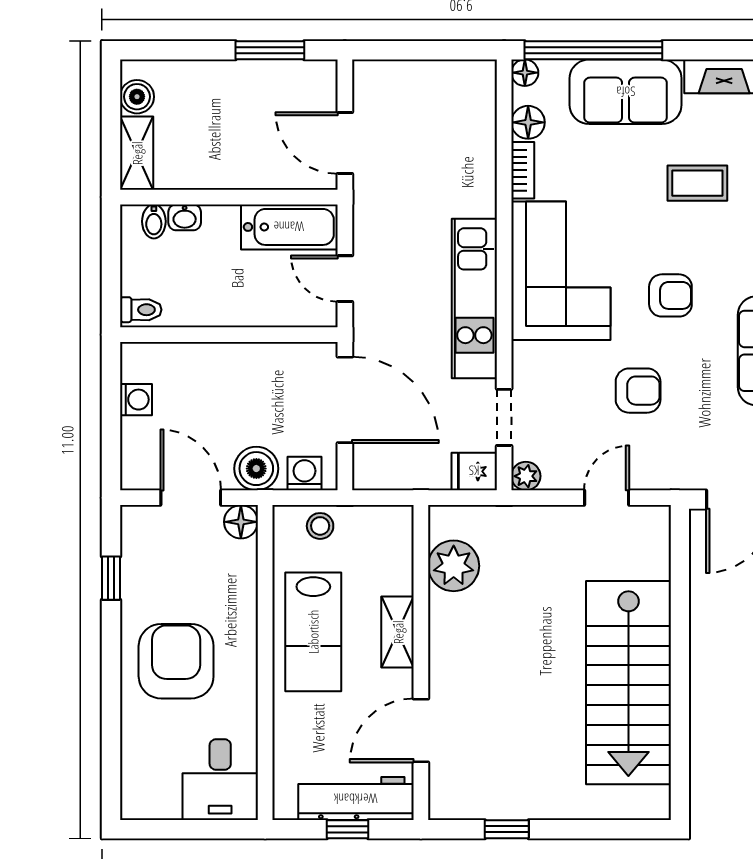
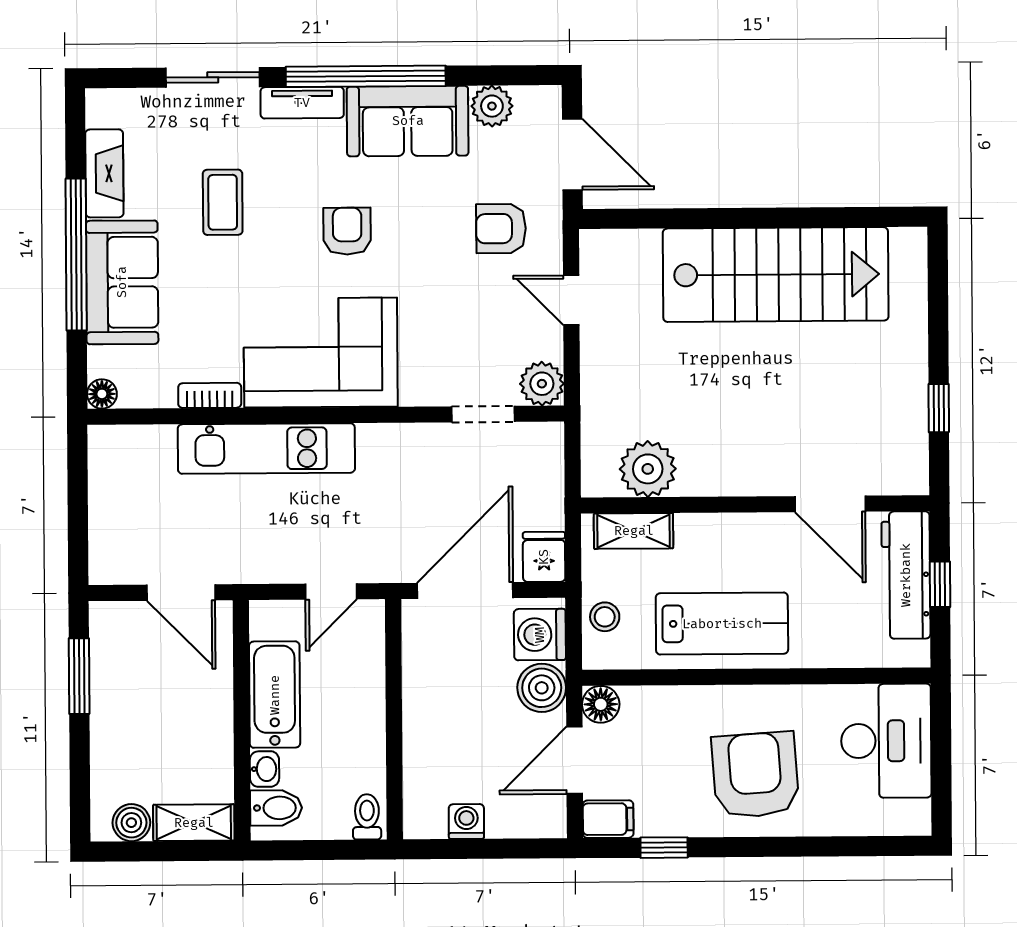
window: (593, 50) -> (76, 255), moved
floor lamp: (528, 122) -> (157, 390), removed
door: (345, 143) -> (181, 593), hinge flipped
bidet: (154, 221) -> (276, 808), width x1.38, depth x1.36
bathtub: (289, 227) -> (275, 695), moved
kitchen unit: (474, 298) -> (266, 449), moved
armchair: (638, 391) -> (501, 229), moved, turned -90
fridge: (474, 471) -> (544, 557), moved, turned 180
washing machine: (304, 474) -> (540, 635), width x1.38, depth x1.38
plant: (526, 476) -> (542, 384), width x1.38, depth x1.38
filing cabinet: (137, 528) -> (608, 819), added
shelving: (398, 632) -> (634, 531), moved
armchair: (176, 661) -> (755, 775), turned 86
desk: (220, 780) -> (886, 741), width x1.37

